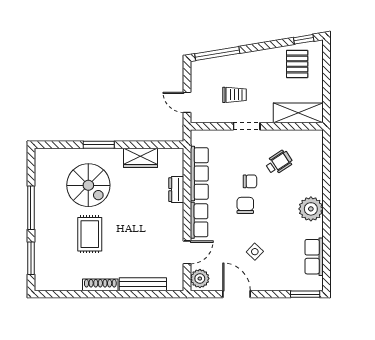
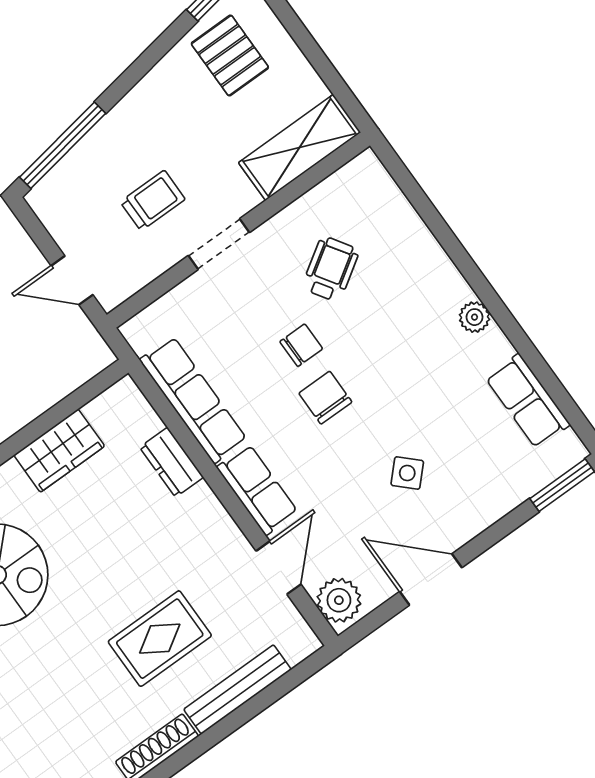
plant: (311, 209) -> (475, 317), width x0.53, depth x0.53
rug: (90, 234) -> (160, 639), moved, turned 90

